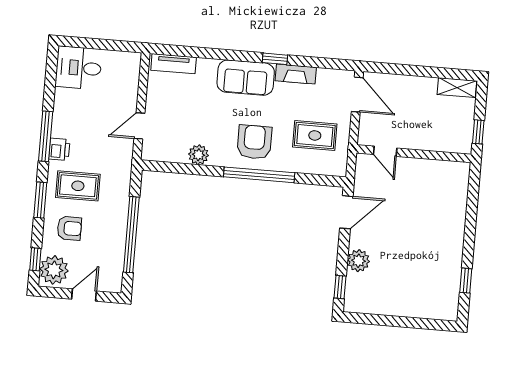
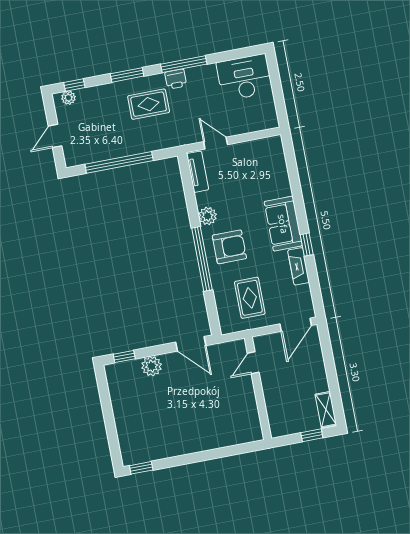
tv unit: (174, 64) -> (198, 172), moved, turned 180
desk: (79, 68) -> (244, 77), width x1.37
window: (478, 132) -> (312, 435), moved
plant: (198, 155) -> (208, 216), moved
rug: (78, 186) -> (149, 104), turned 90
armchair: (69, 228) -> (110, 107), removed
plant: (54, 270) -> (68, 98), width x0.53, depth x0.53
window: (466, 281) -> (141, 468), moved
door: (84, 295) -> (55, 136), swing flipped

